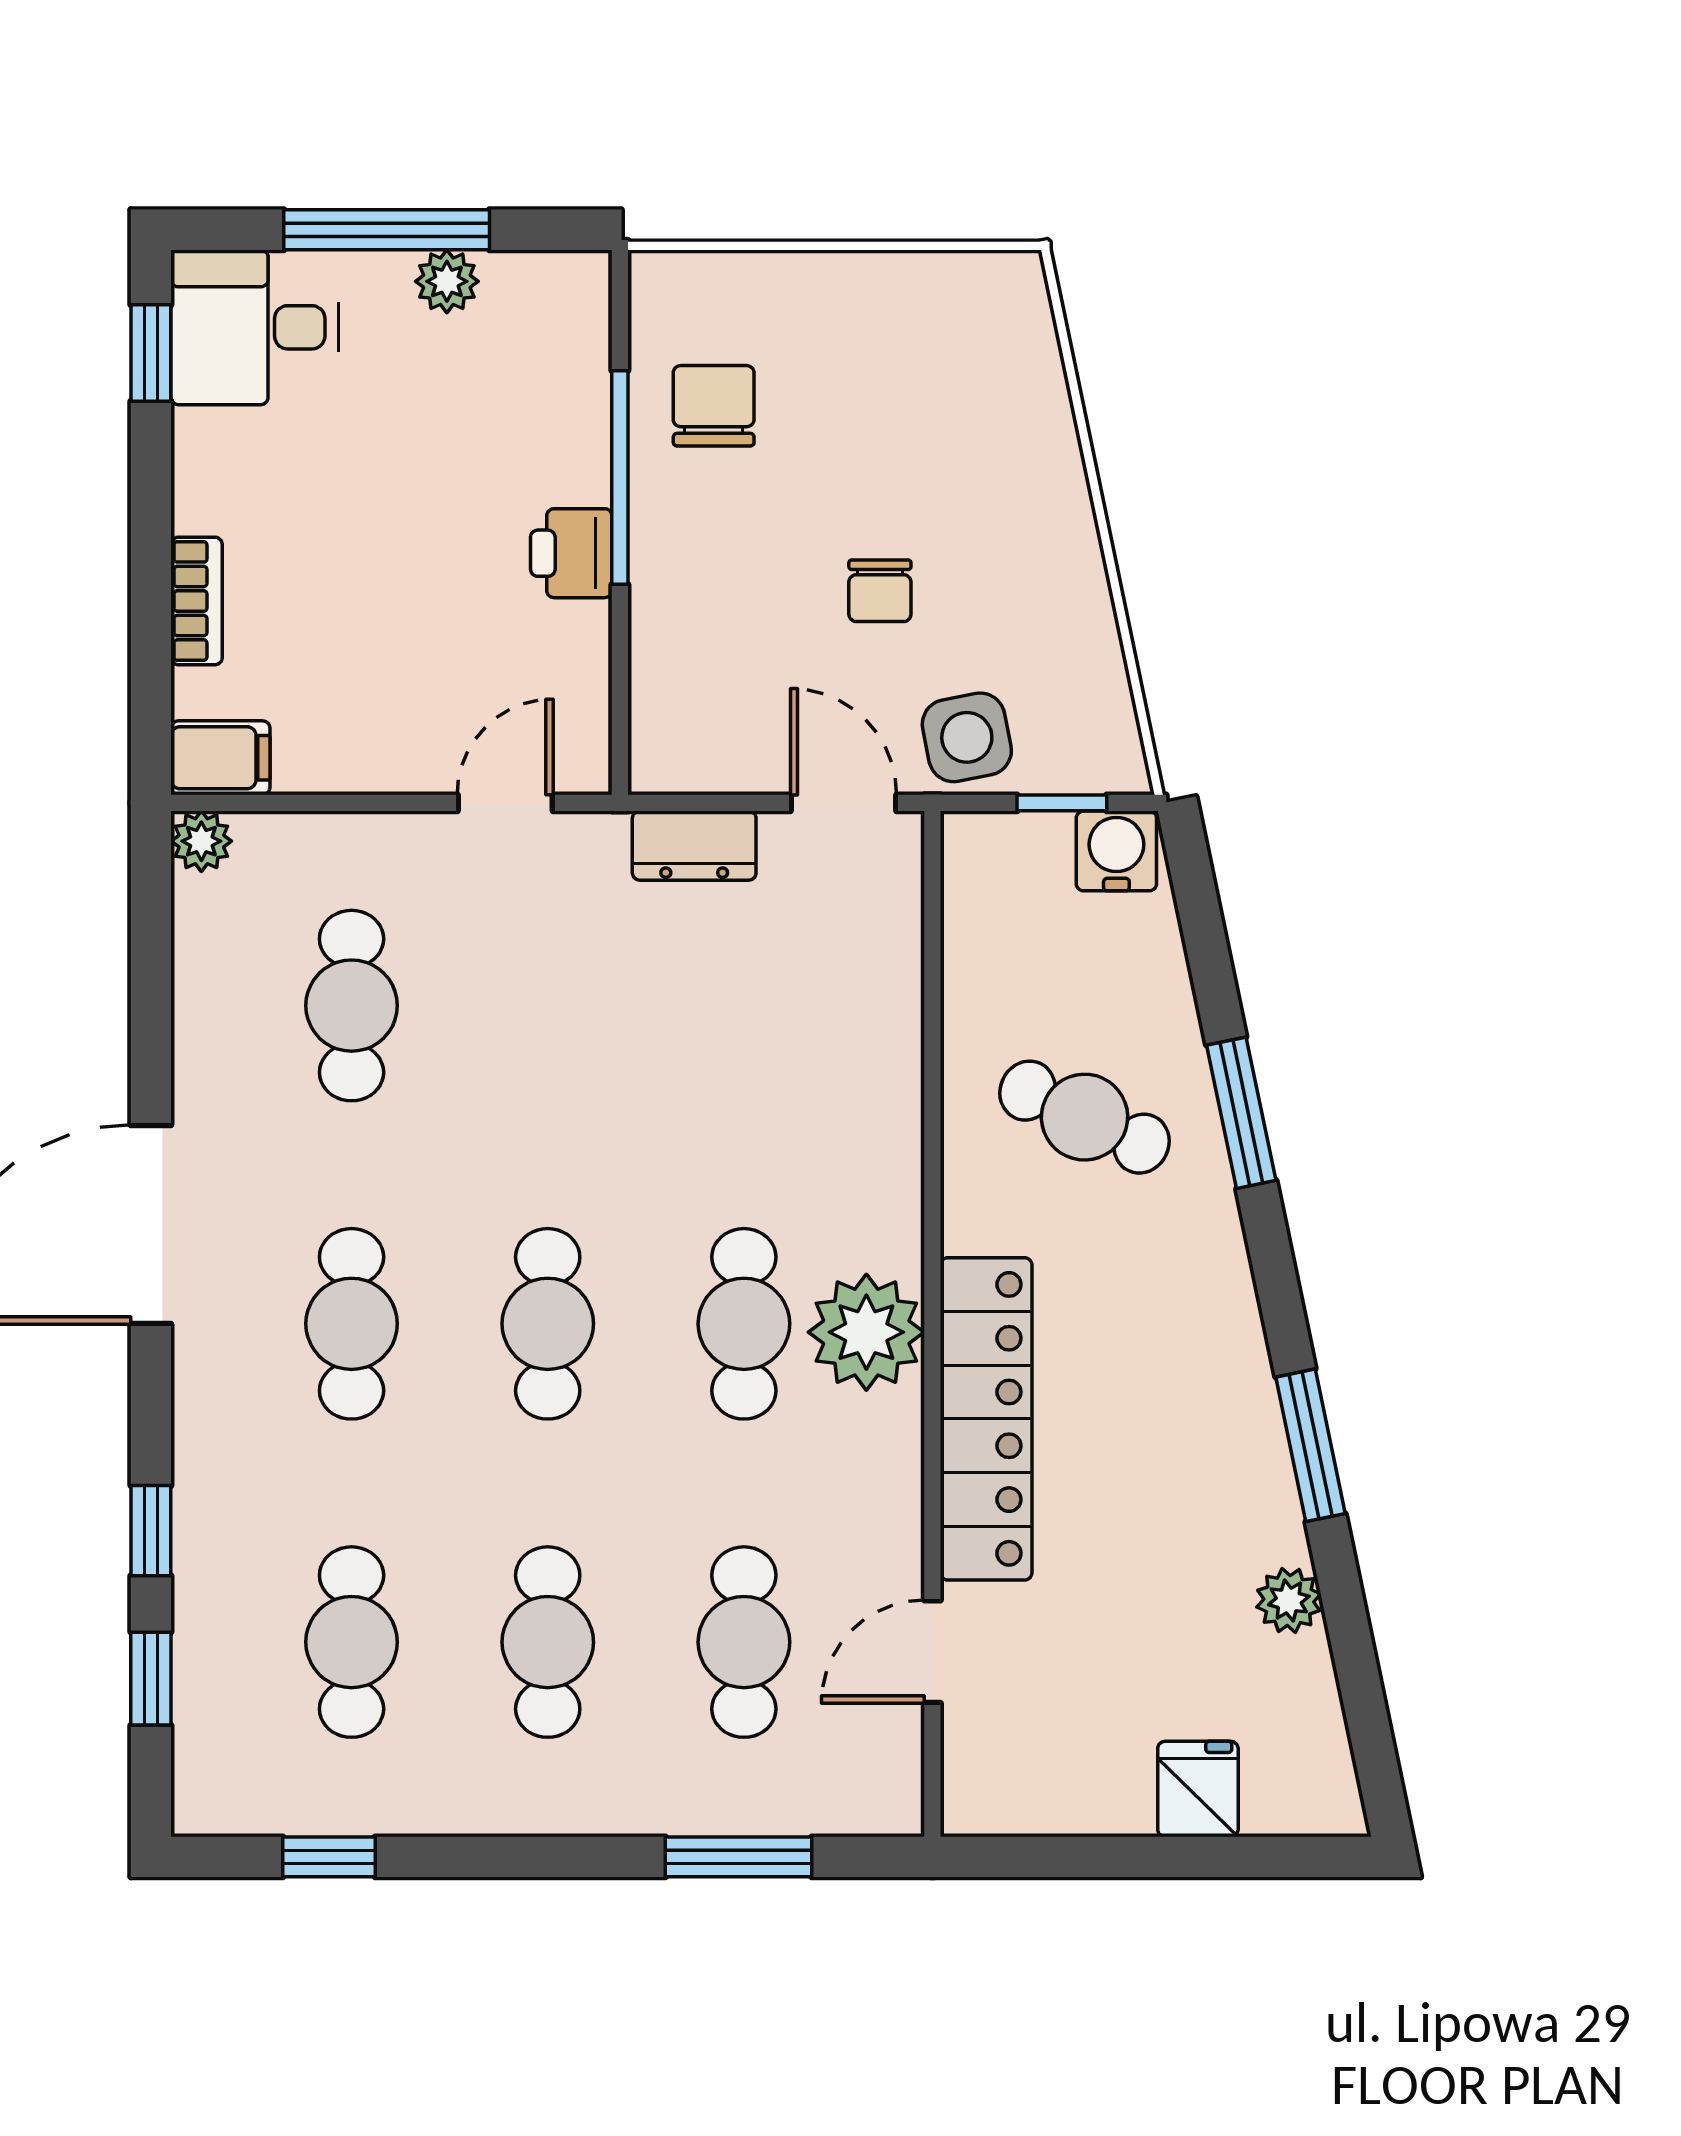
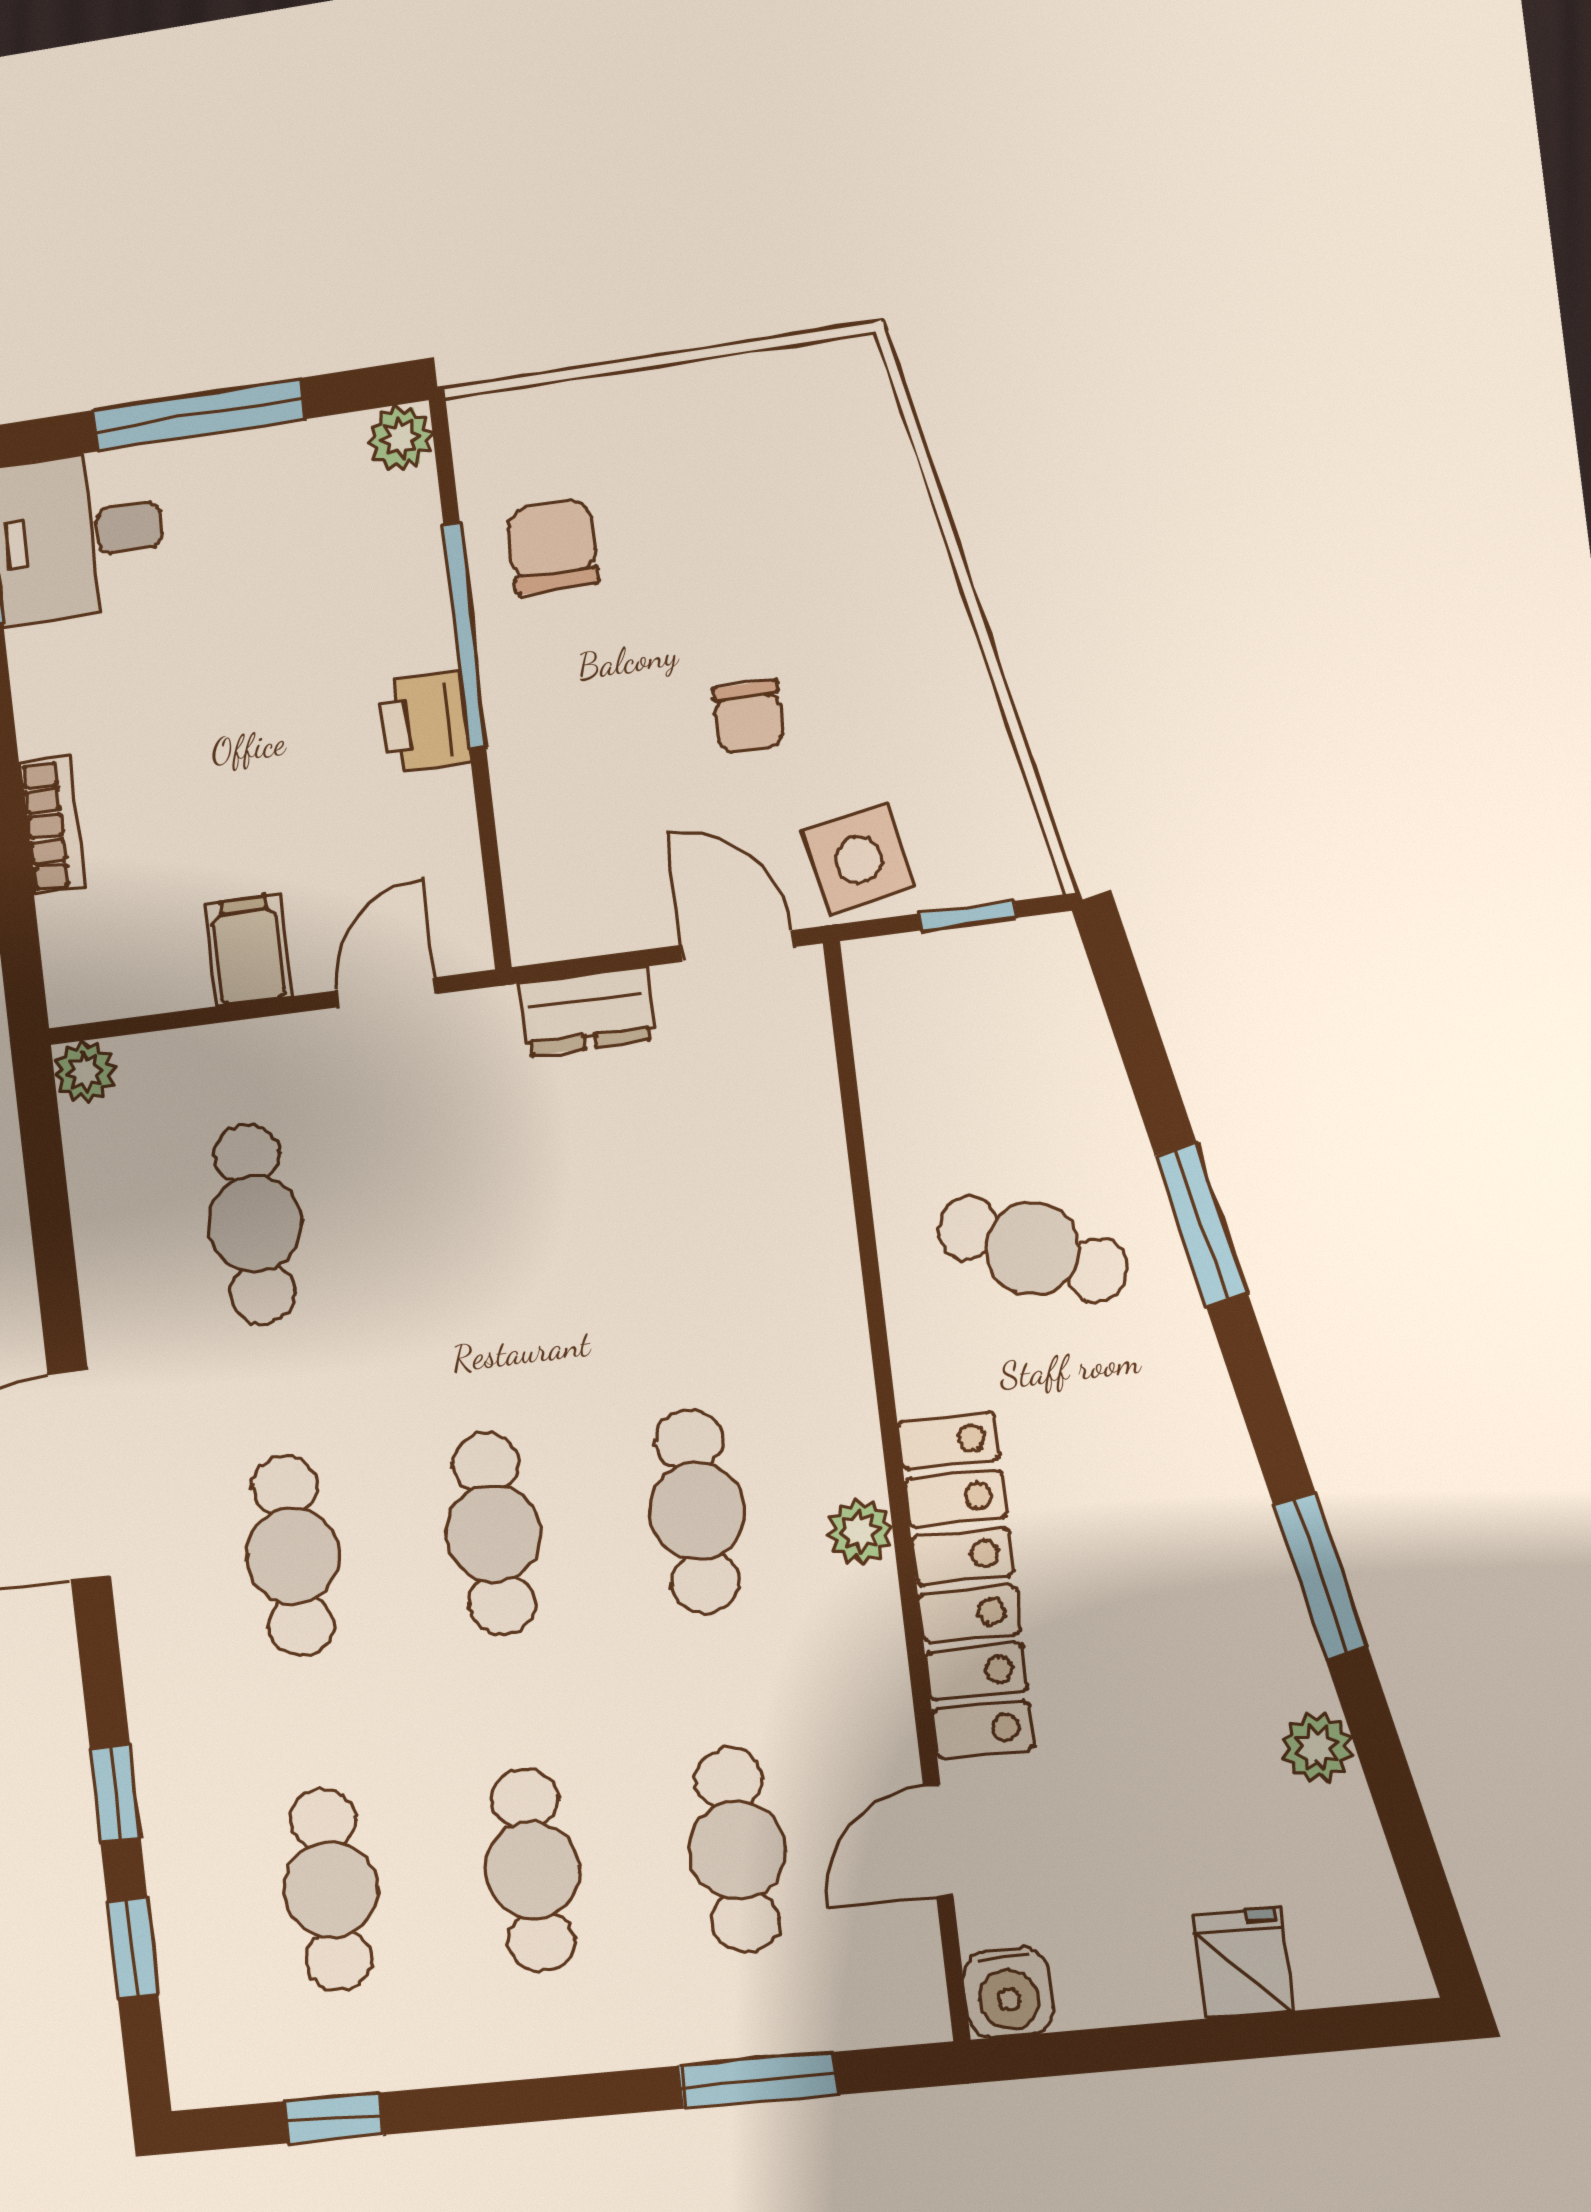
plant: (447, 281) -> (400, 438), moved
filing cabinet: (220, 758) -> (248, 950), moved, turned -90
water cooler: (1116, 851) -> (1008, 1993), moved, turned 180
plant: (866, 1332) -> (860, 1532), width x0.53, depth x0.53

